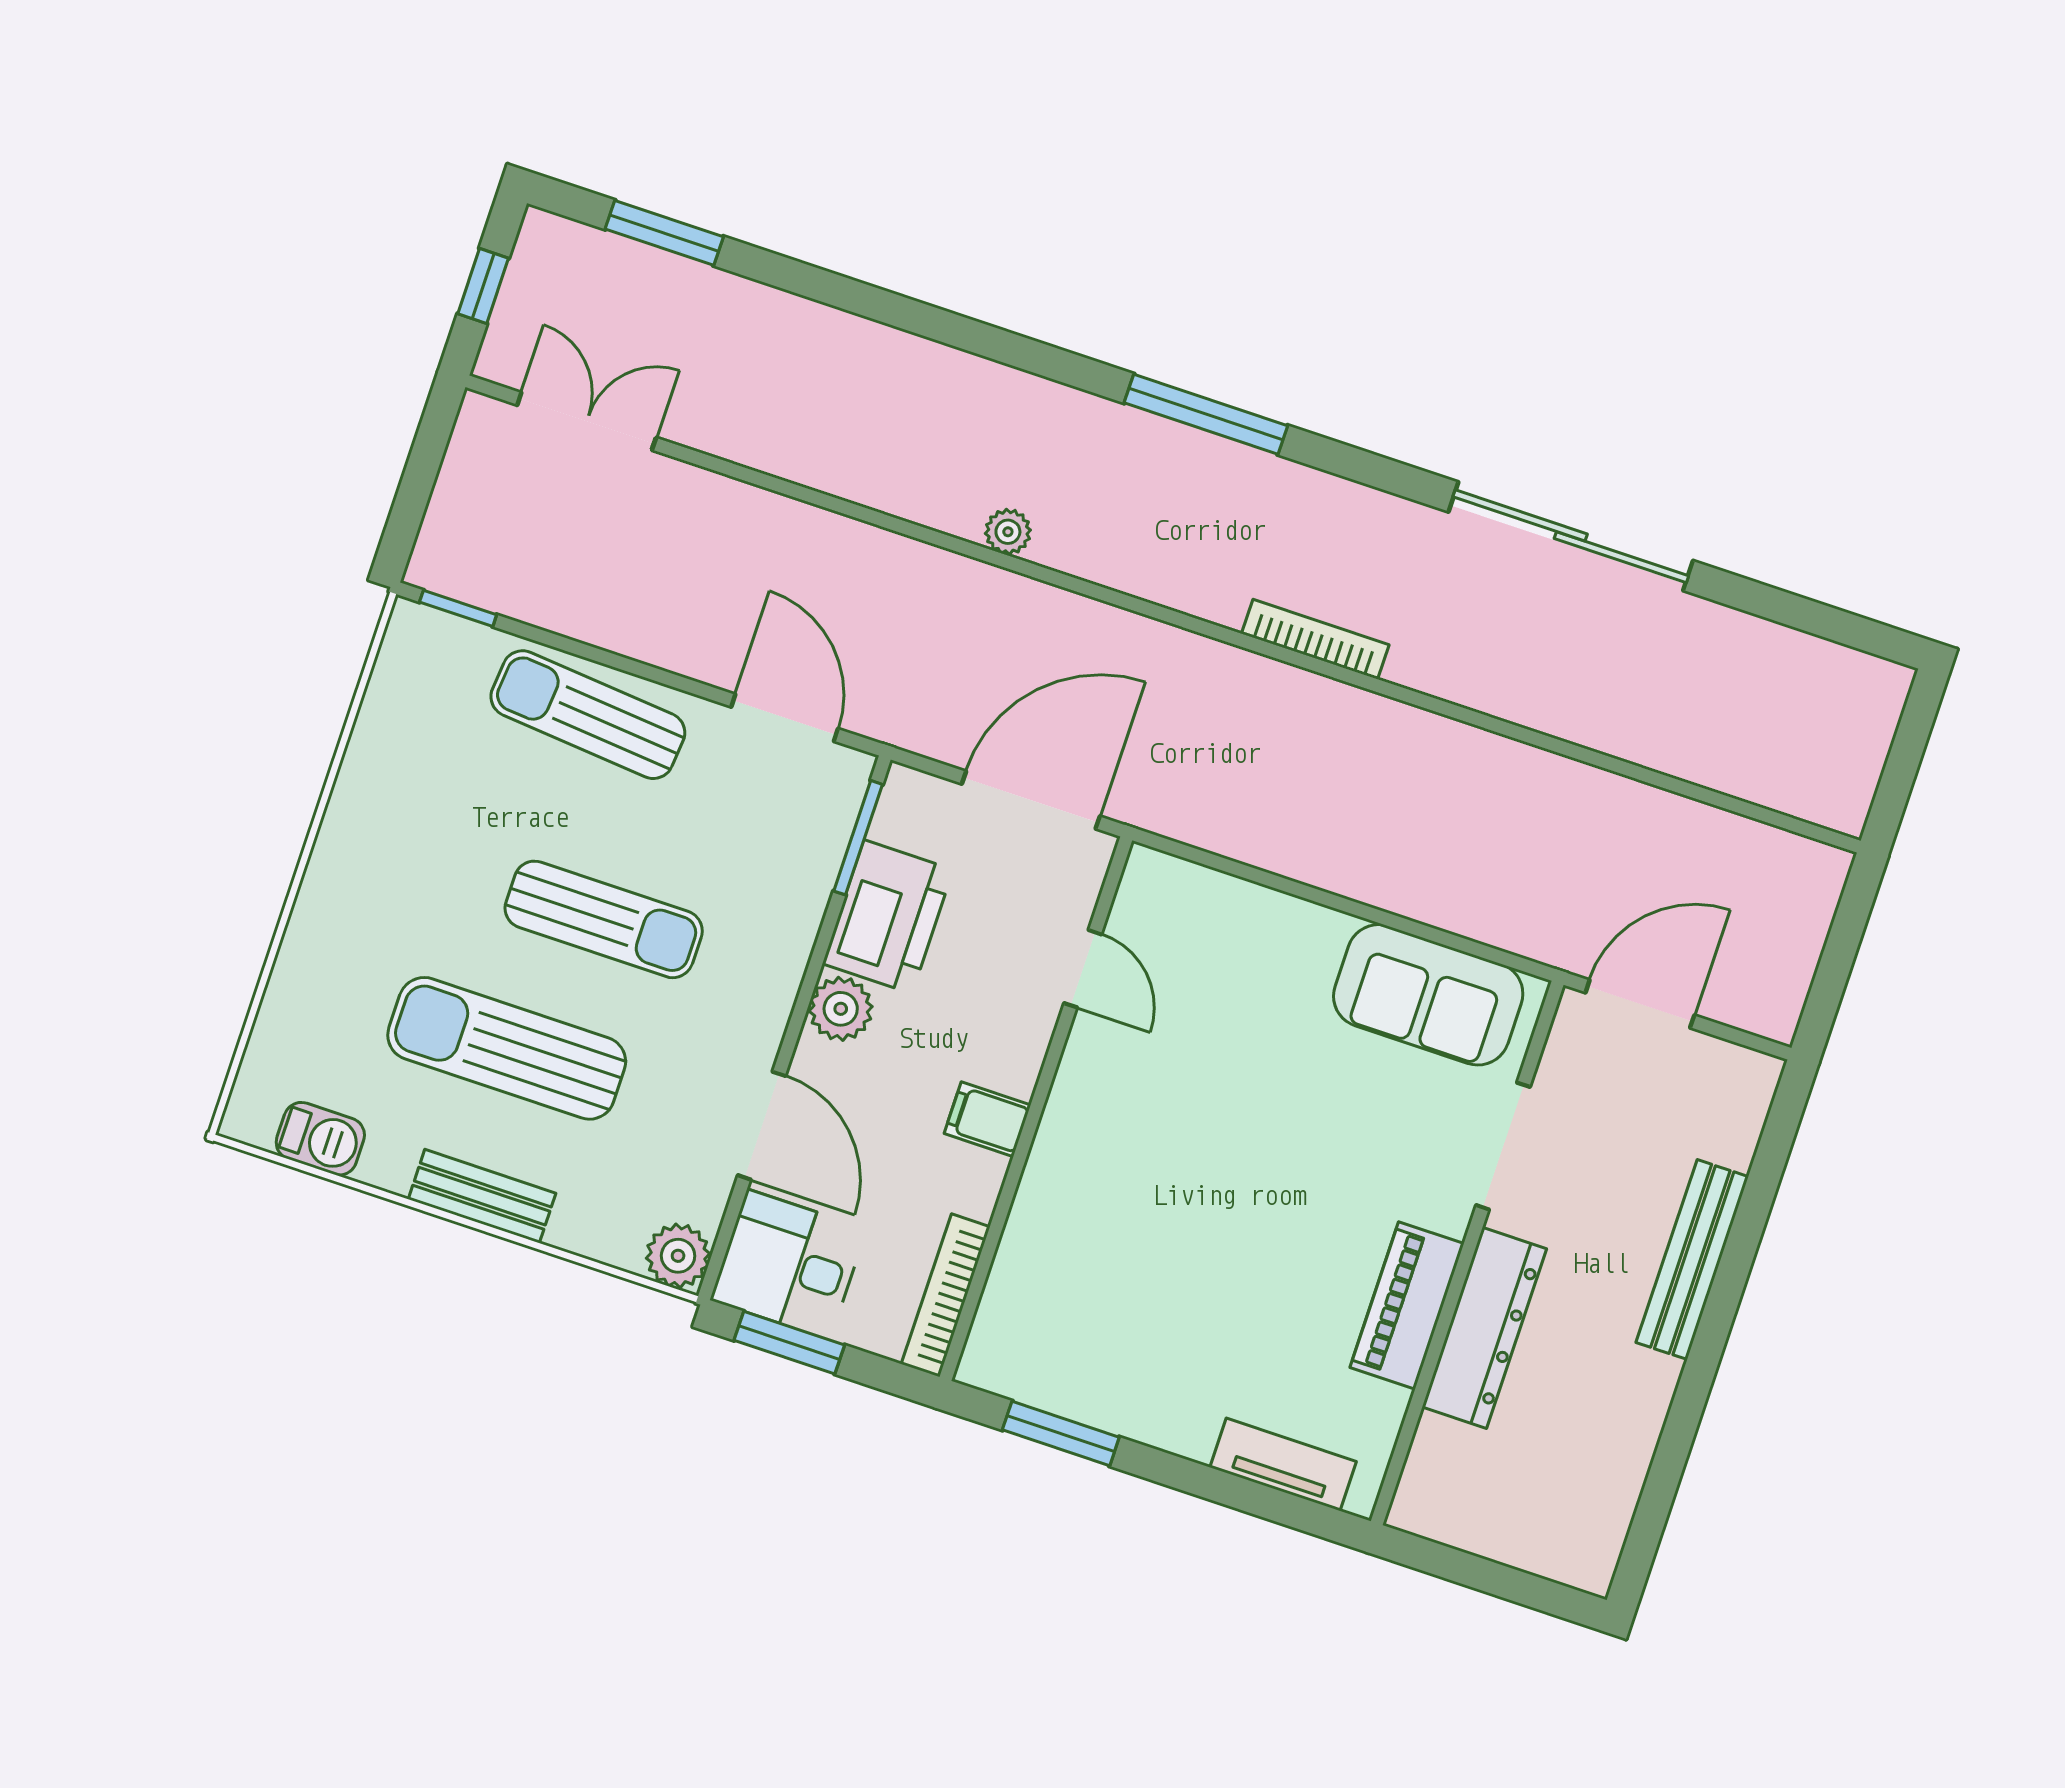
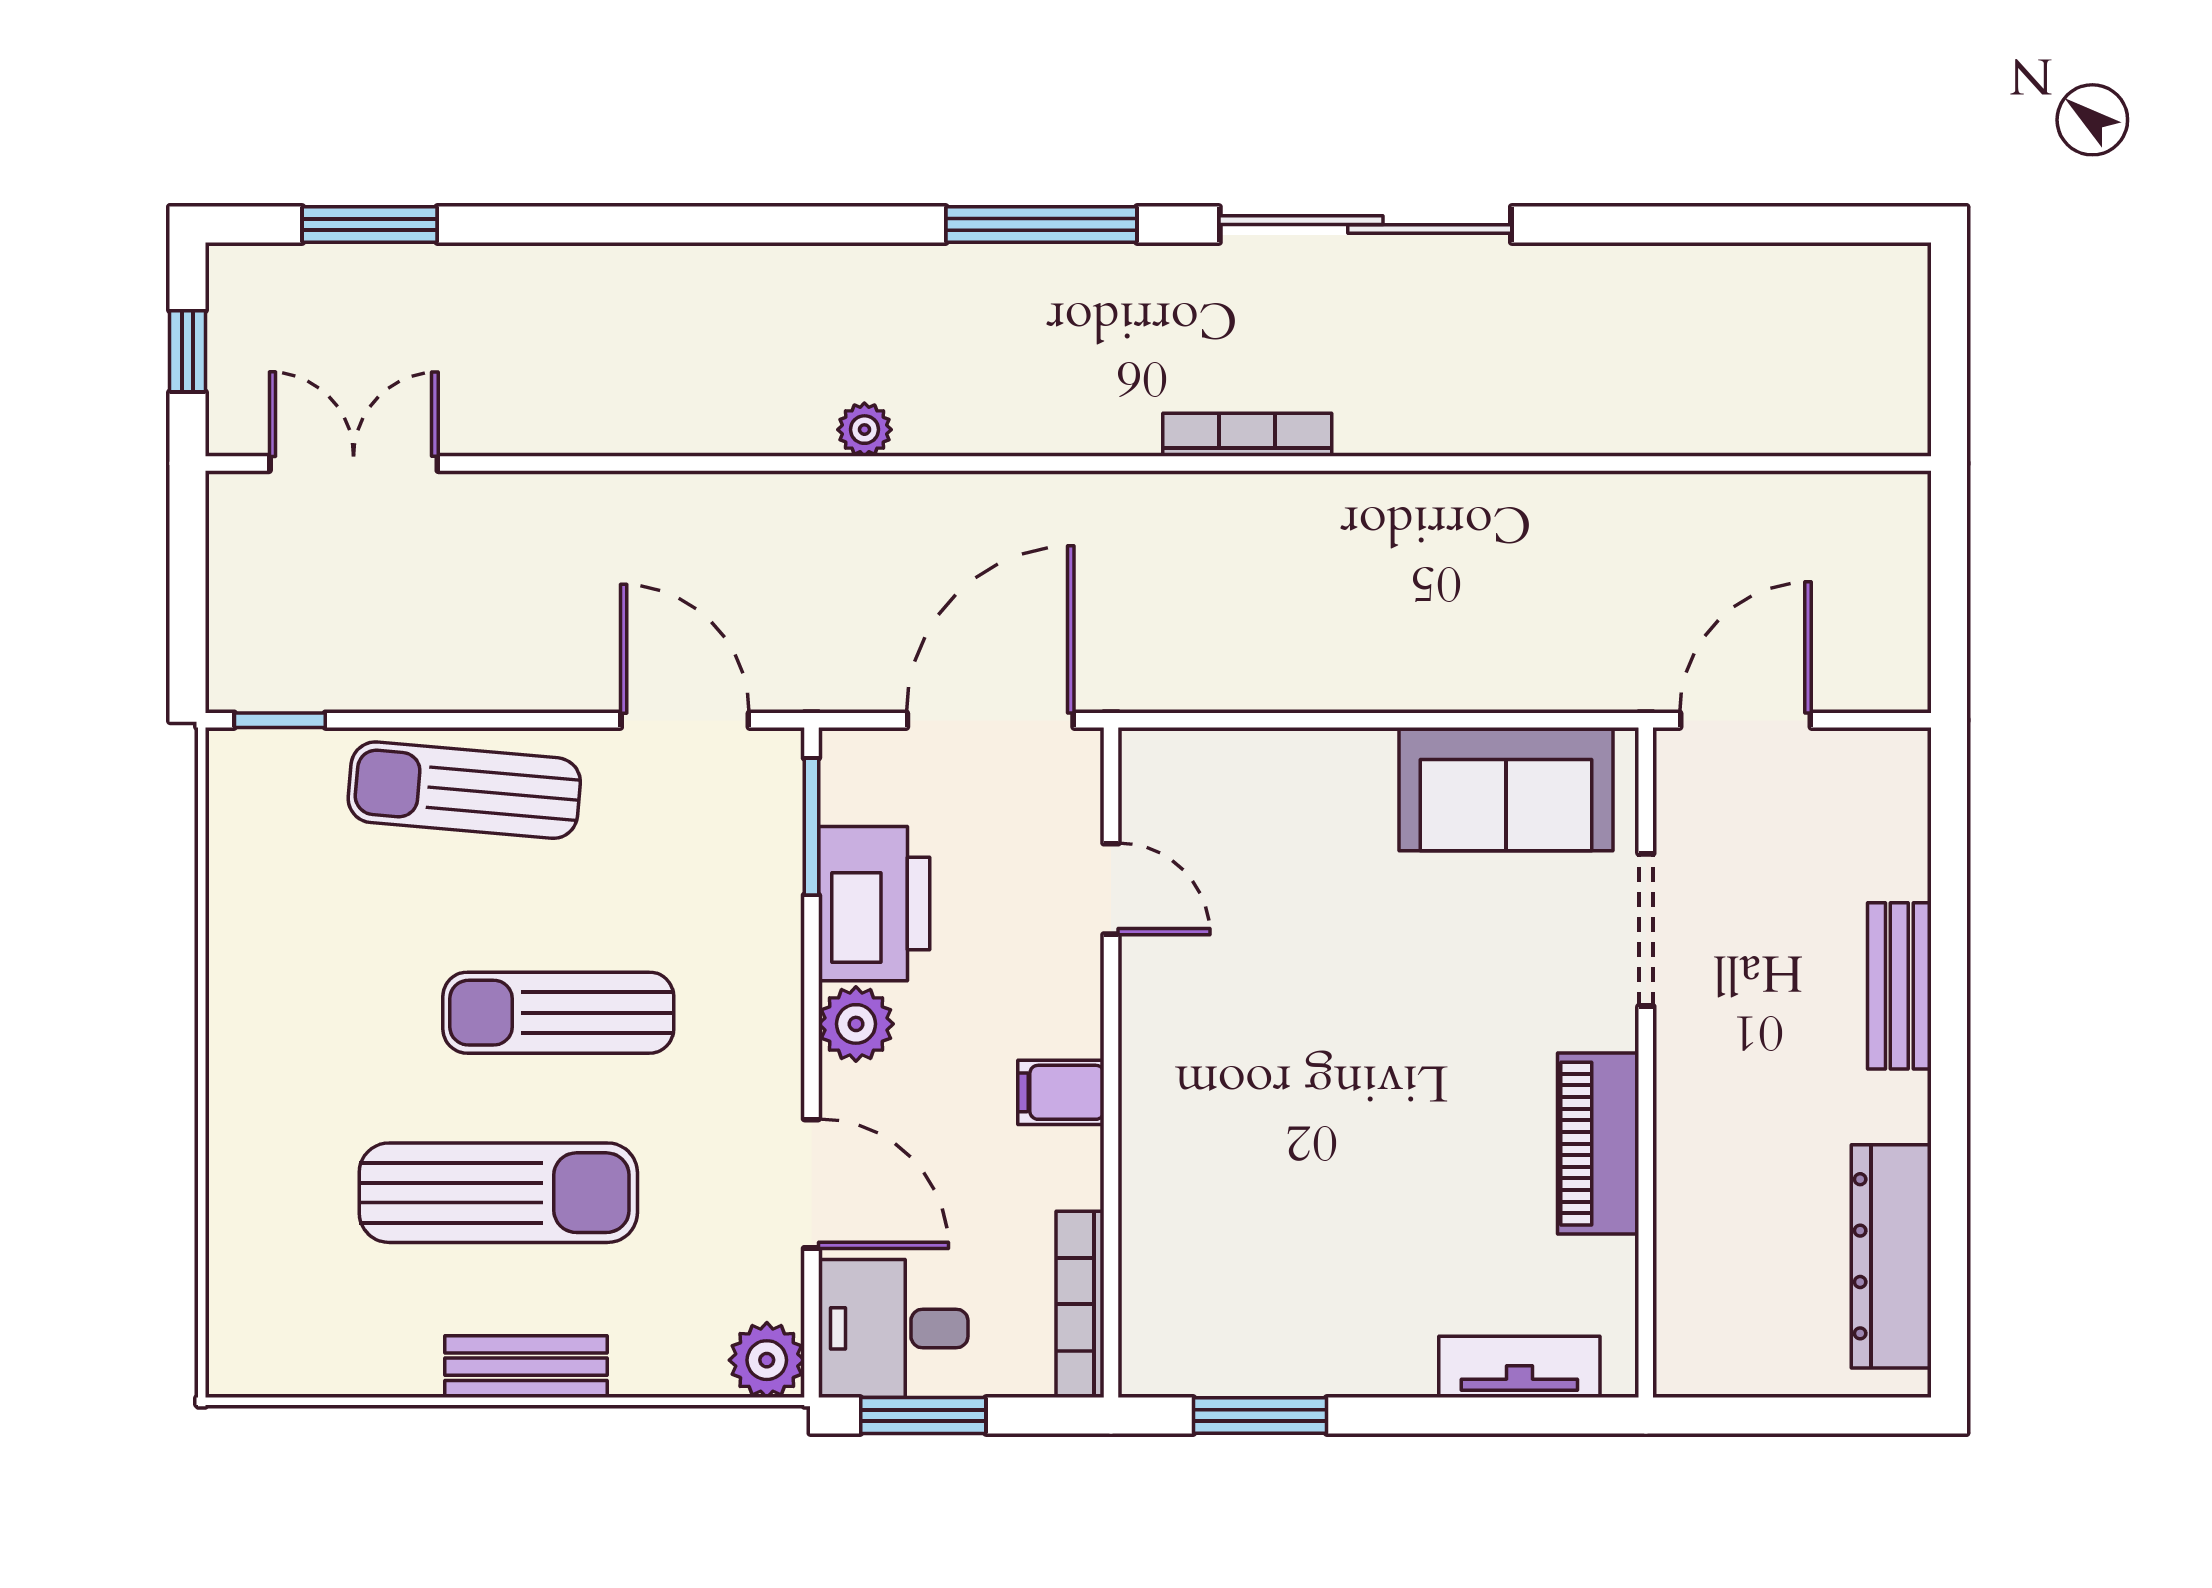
sliding door: (1571, 536) -> (1365, 225), moved
sun lounger: (604, 919) -> (558, 1013), turned 180
sun lounger: (507, 1048) -> (498, 1193), turned 180
barbecue: (320, 1139) -> (324, 1363), removed
bench: (1692, 1260) -> (1899, 986), width x0.73
dresser: (1484, 1328) -> (1891, 1256), moved, turned 180

